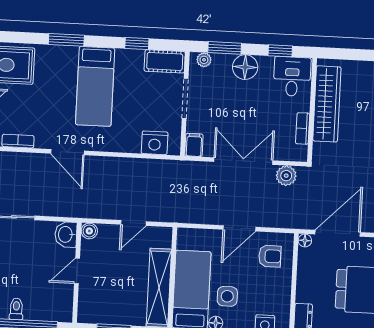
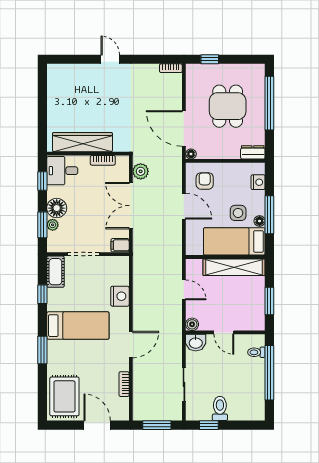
plant: (204, 60) -> (53, 225), moved
nightstand: (155, 143) -> (120, 296), moved
toilet: (16, 309) -> (256, 352), moved

